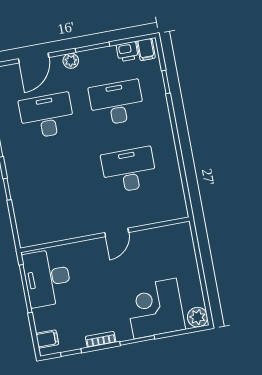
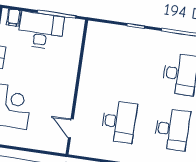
door: (117, 232) -> (71, 128), moved
desk: (47, 278) -> (41, 31), moved

